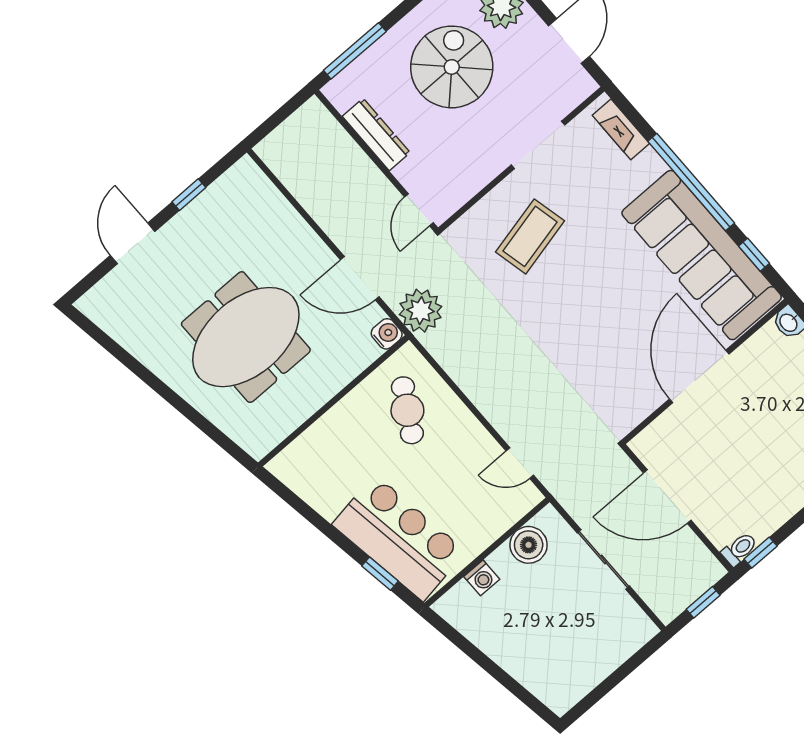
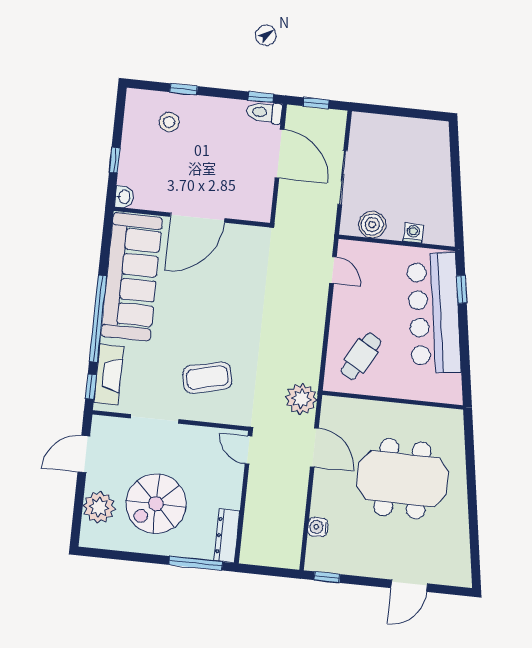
fireplace: (621, 129) -> (109, 375), width x1.37, depth x1.32
dresser: (376, 134) -> (227, 536), moved
window: (189, 195) -> (327, 577), moved
door: (419, 210) -> (248, 450), swing flipped
window: (754, 255) -> (91, 387), moved
water cooler: (387, 334) -> (318, 527), moved
door: (667, 497) -> (280, 154), moved
bar counter: (399, 538) -> (434, 313), width x1.36
toilet: (739, 549) -> (264, 113), width x1.37, depth x1.39

